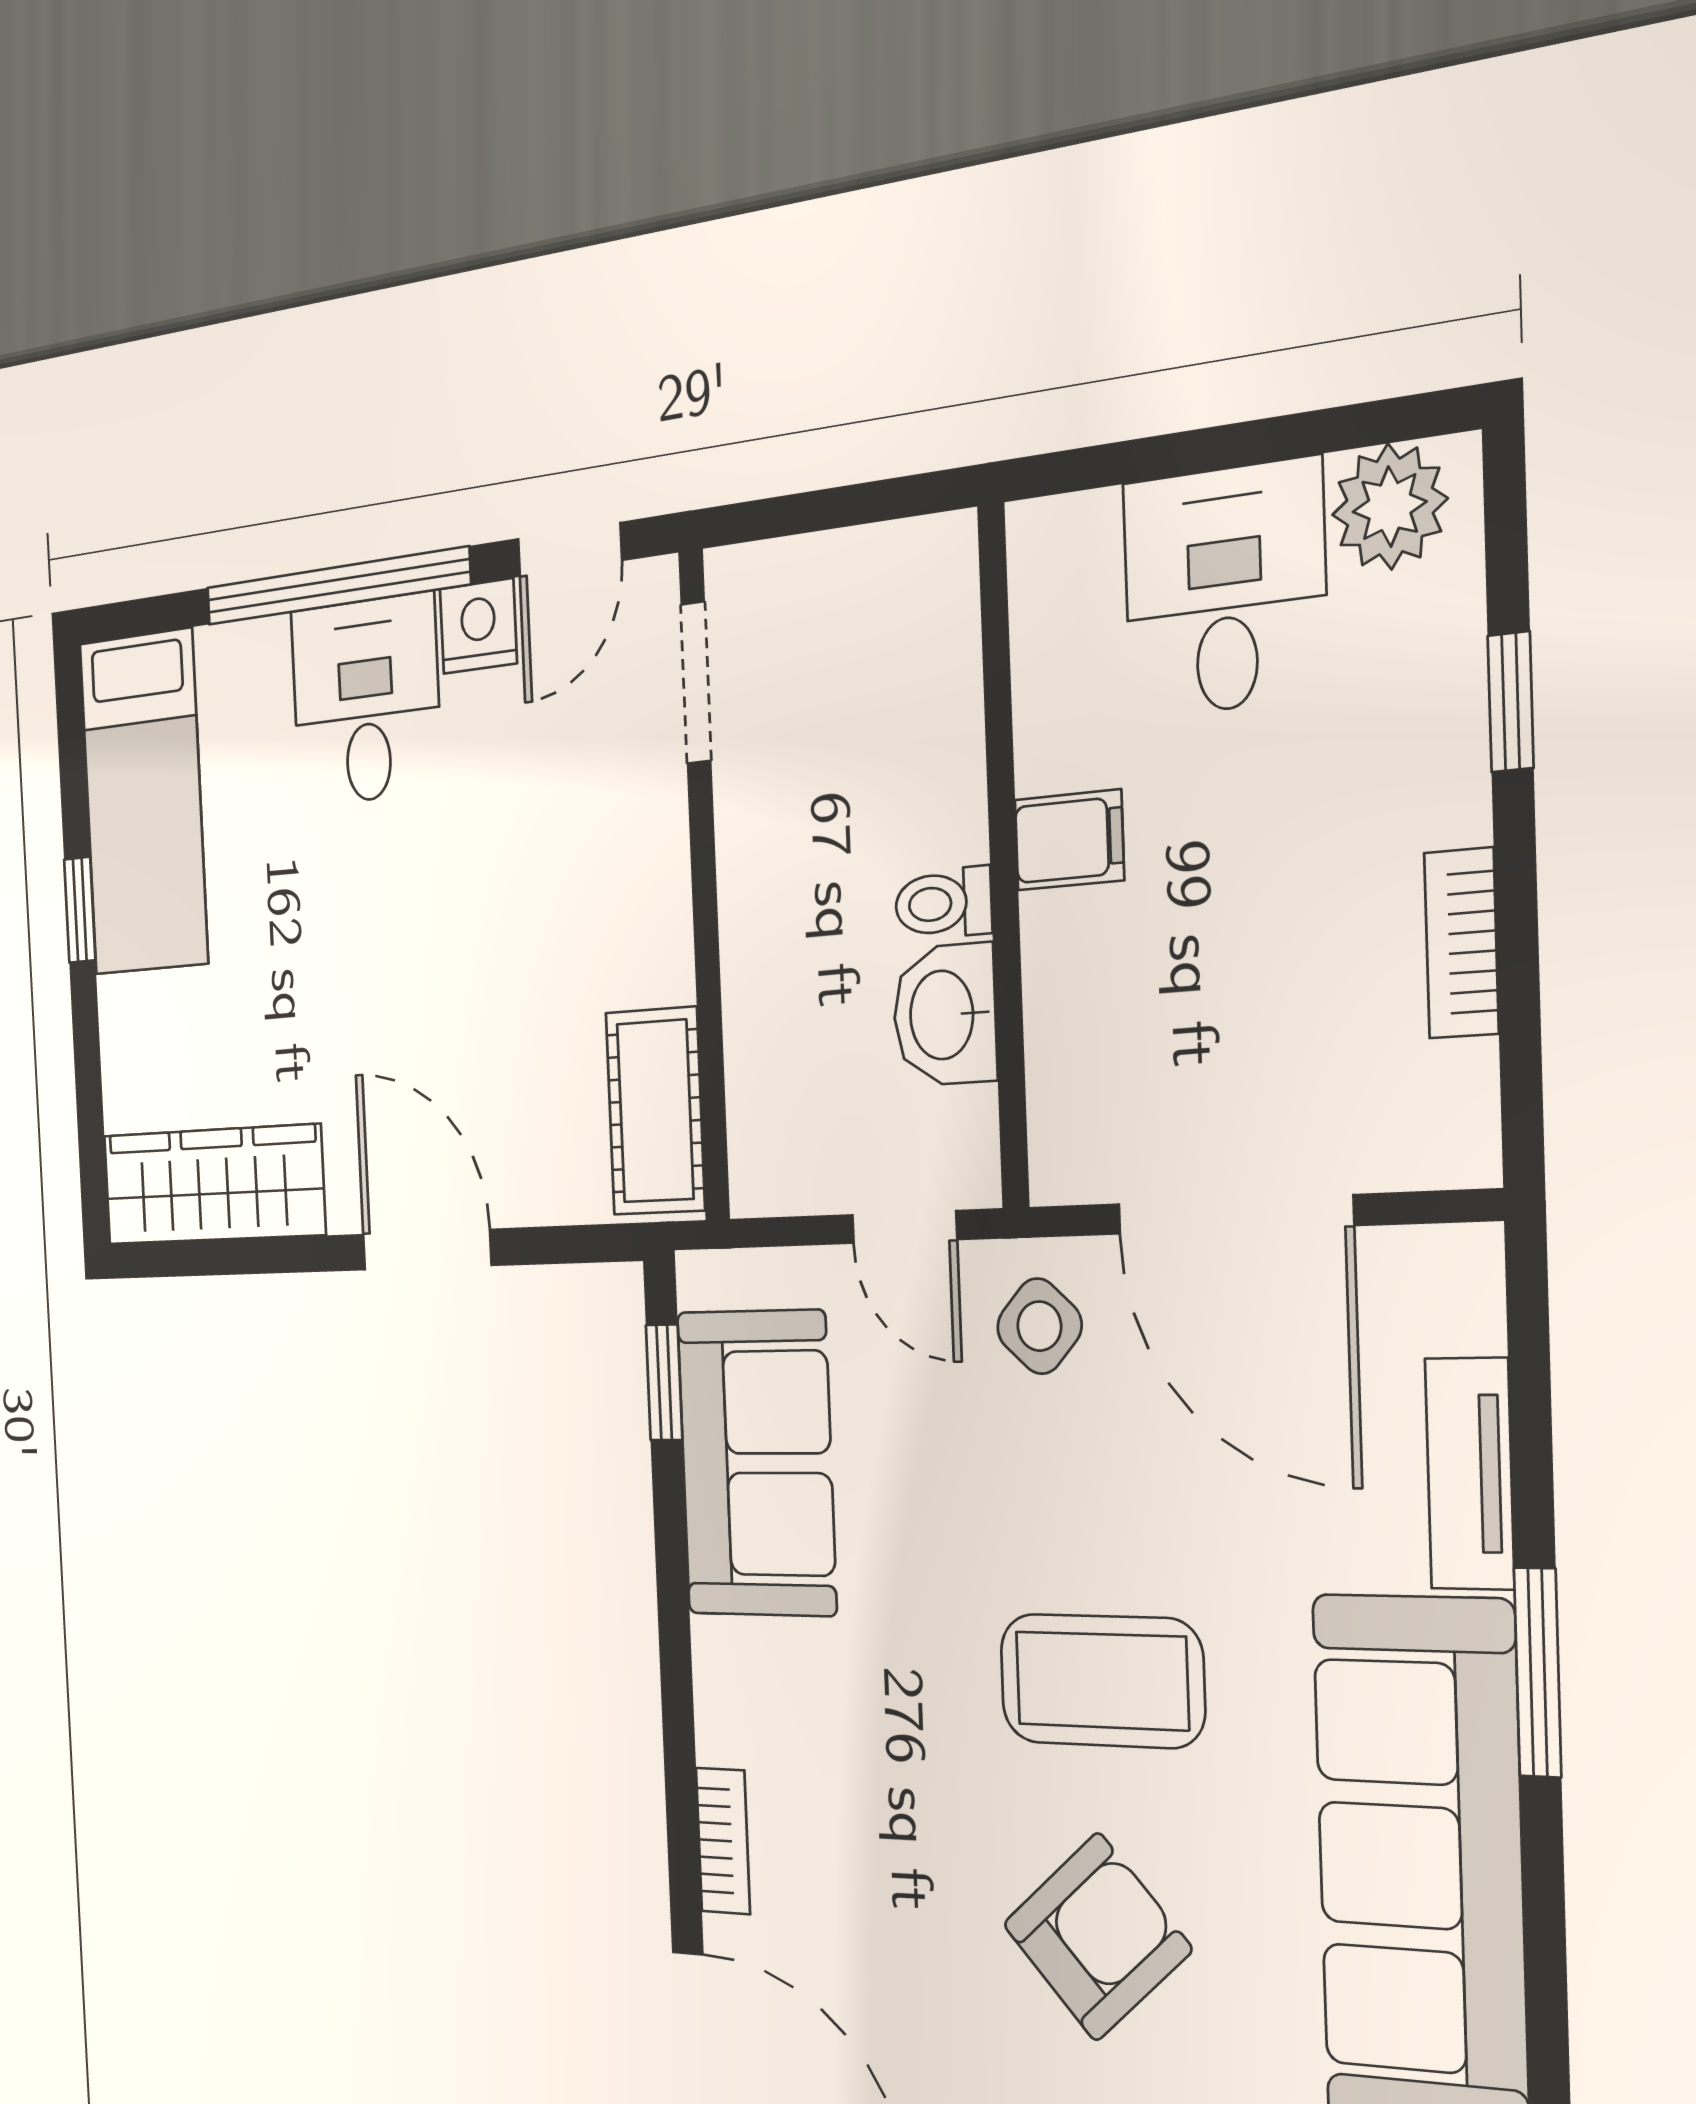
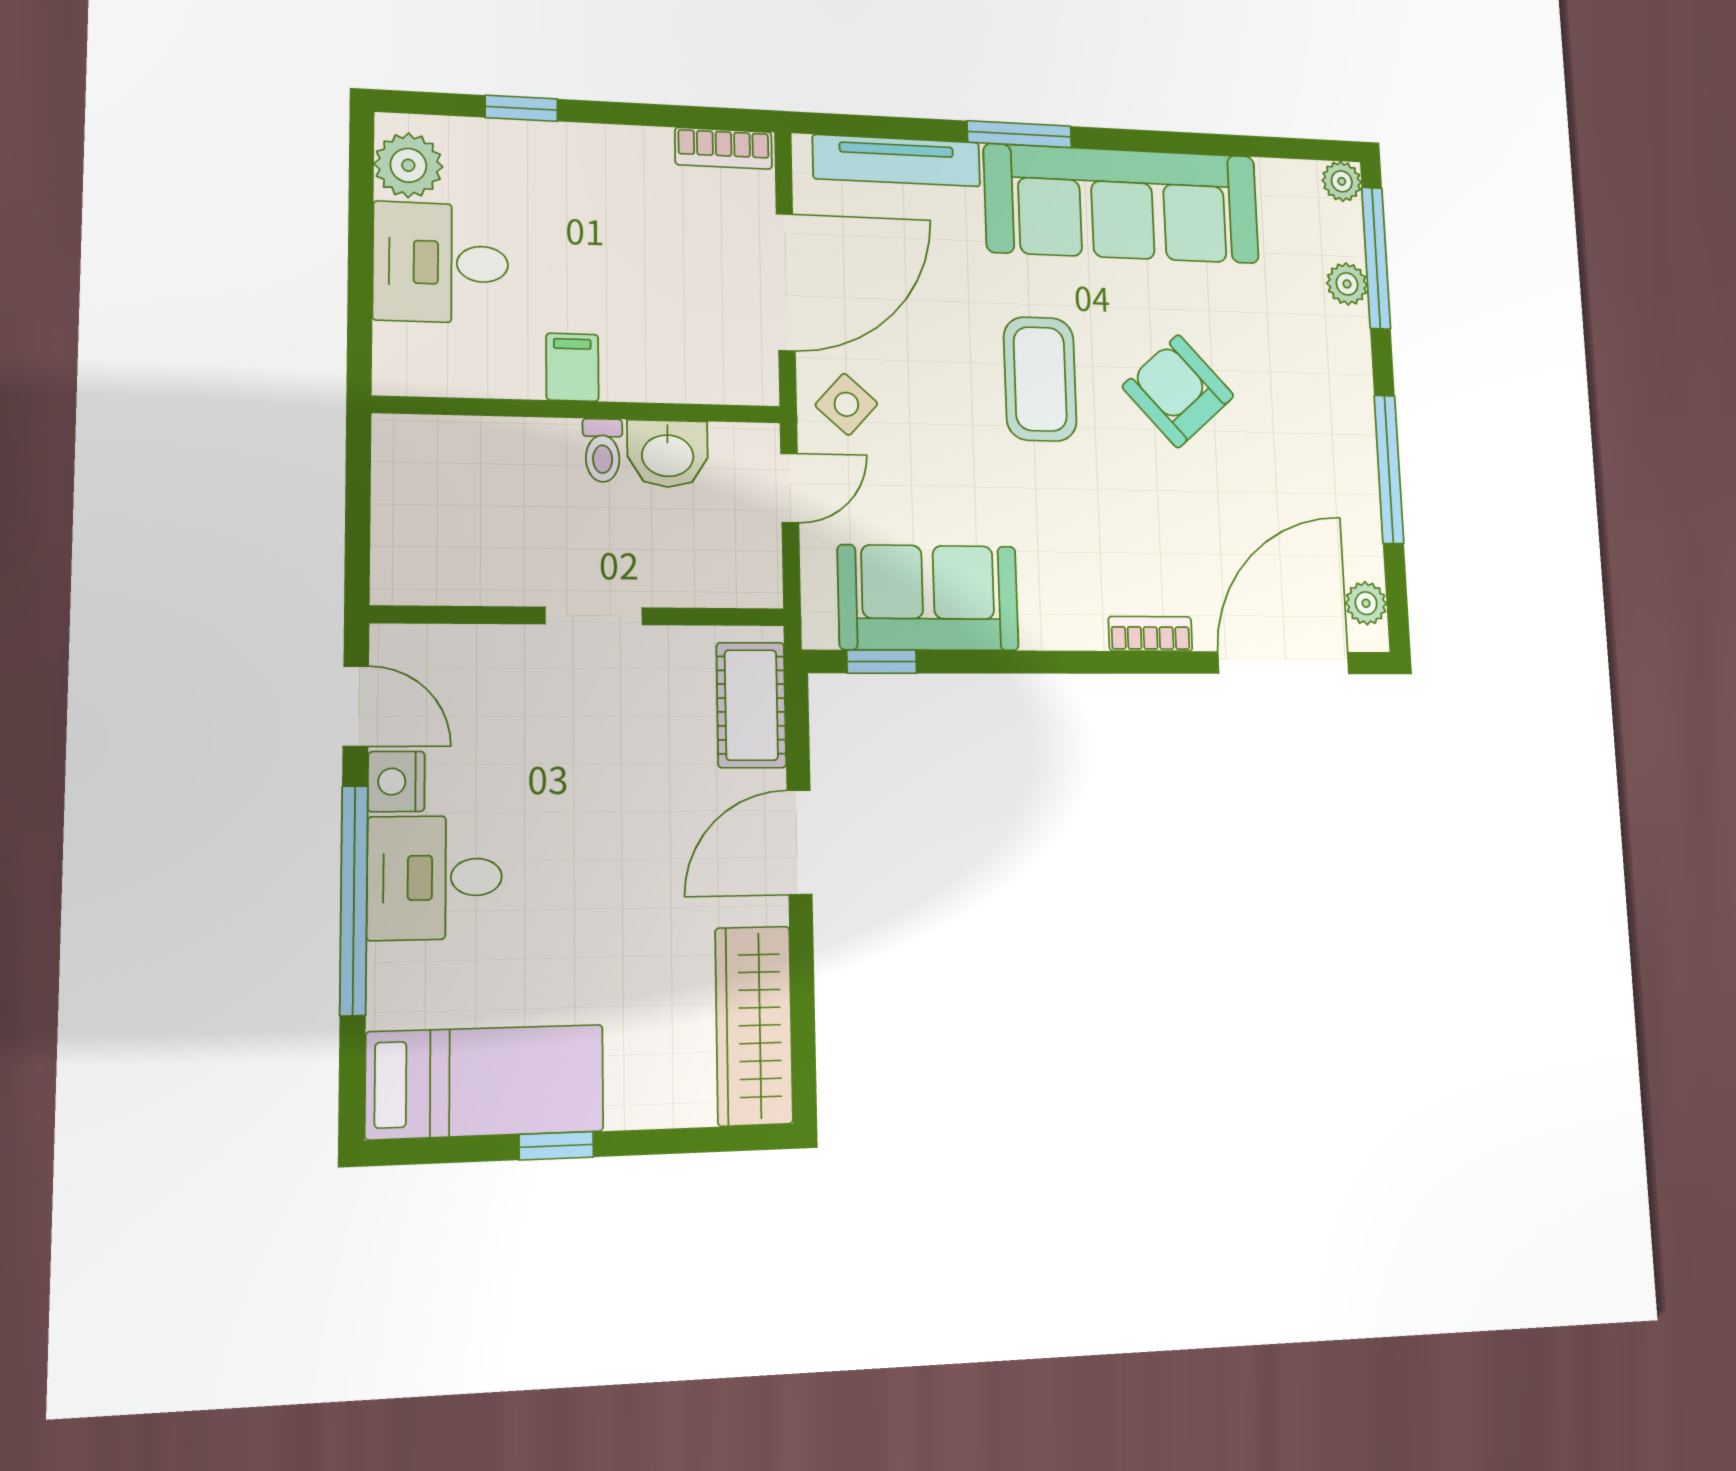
doorway: (696, 683) -> (594, 616), moved
bookcase: (1461, 943) -> (724, 148), moved
cot: (655, 1111) -> (751, 705), moved, turned 90
tv unit: (1469, 1474) -> (897, 161), width x1.41

